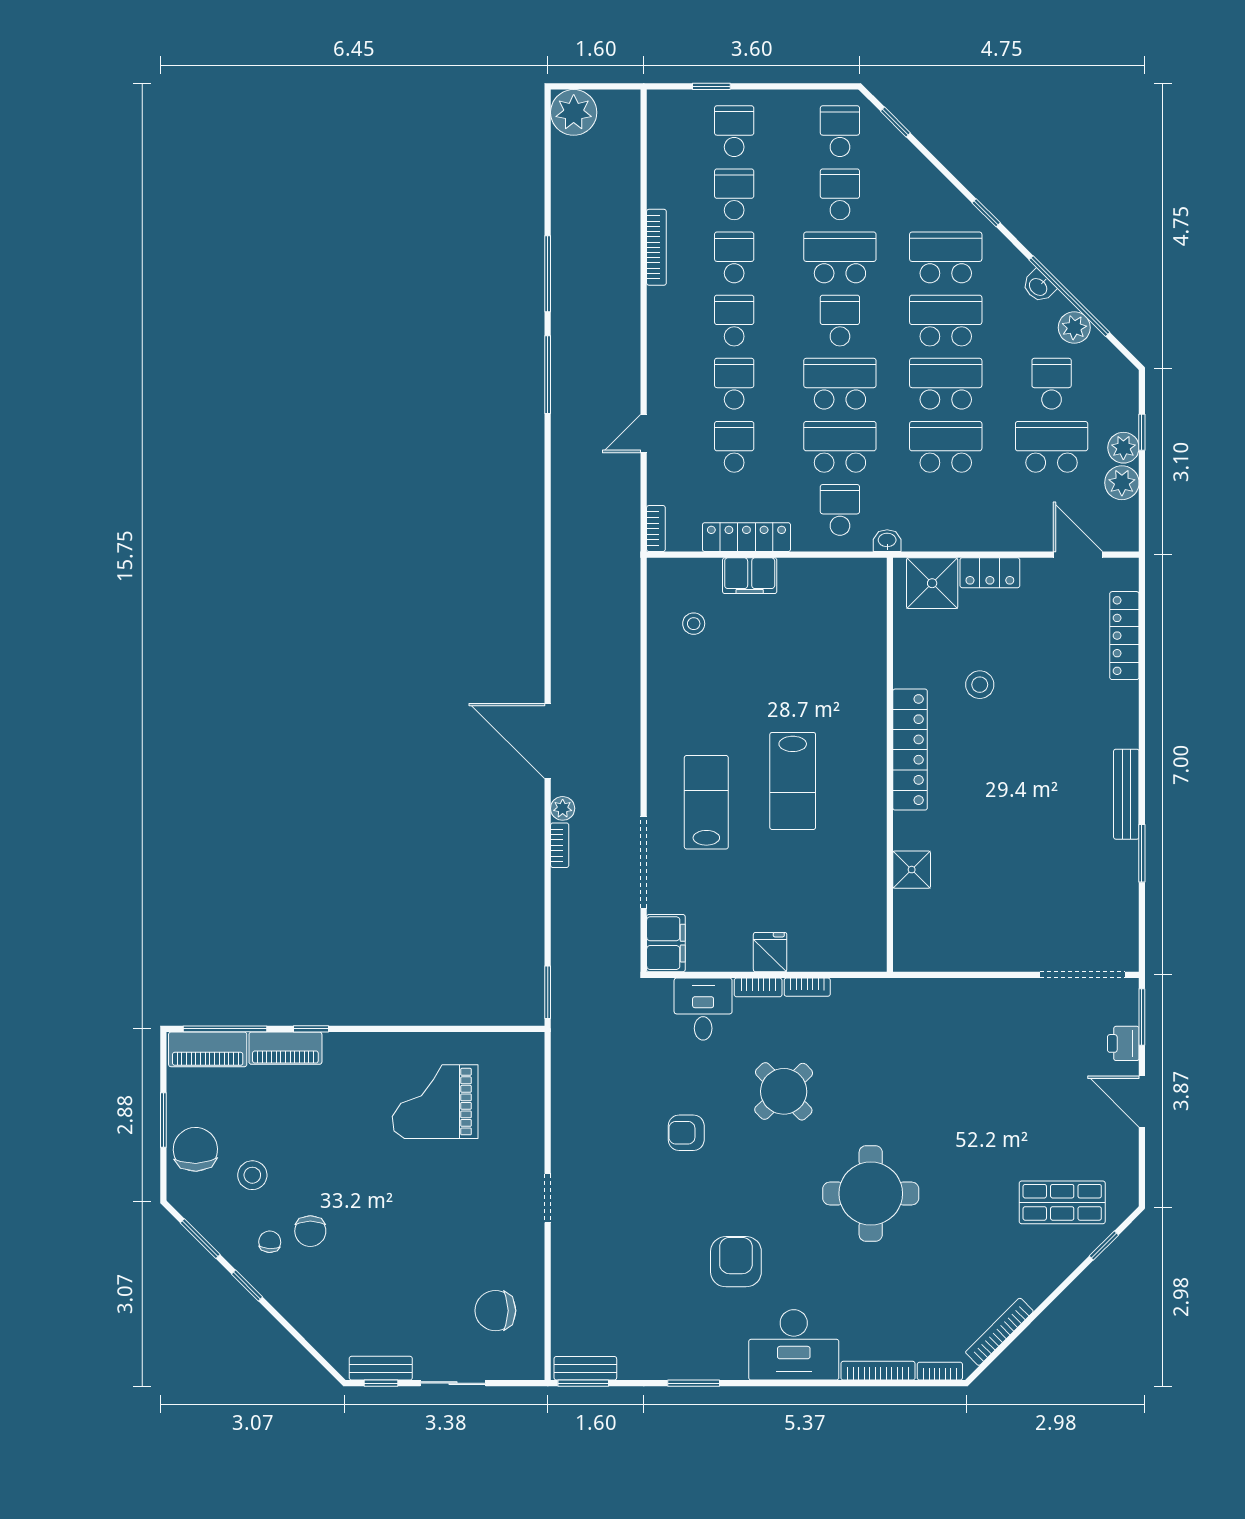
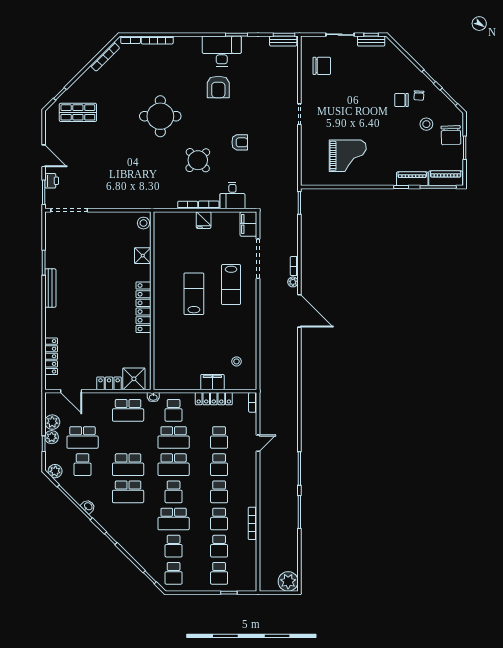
school desk: (946, 257) -> (128, 519), removed
plant: (1074, 328) -> (55, 471), moved
school desk: (946, 447) -> (128, 410), moved
stool: (980, 685) -> (143, 223), moved
chair: (310, 1231) -> (401, 100), turned -90
desk: (794, 1345) -> (222, 51), moved

